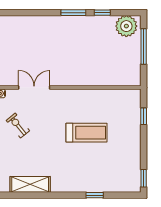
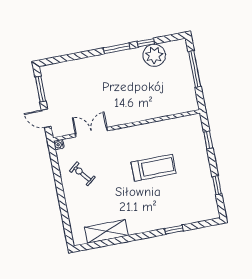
plant: (126, 26) -> (154, 55), moved
window: (144, 178) -> (217, 185), moved

